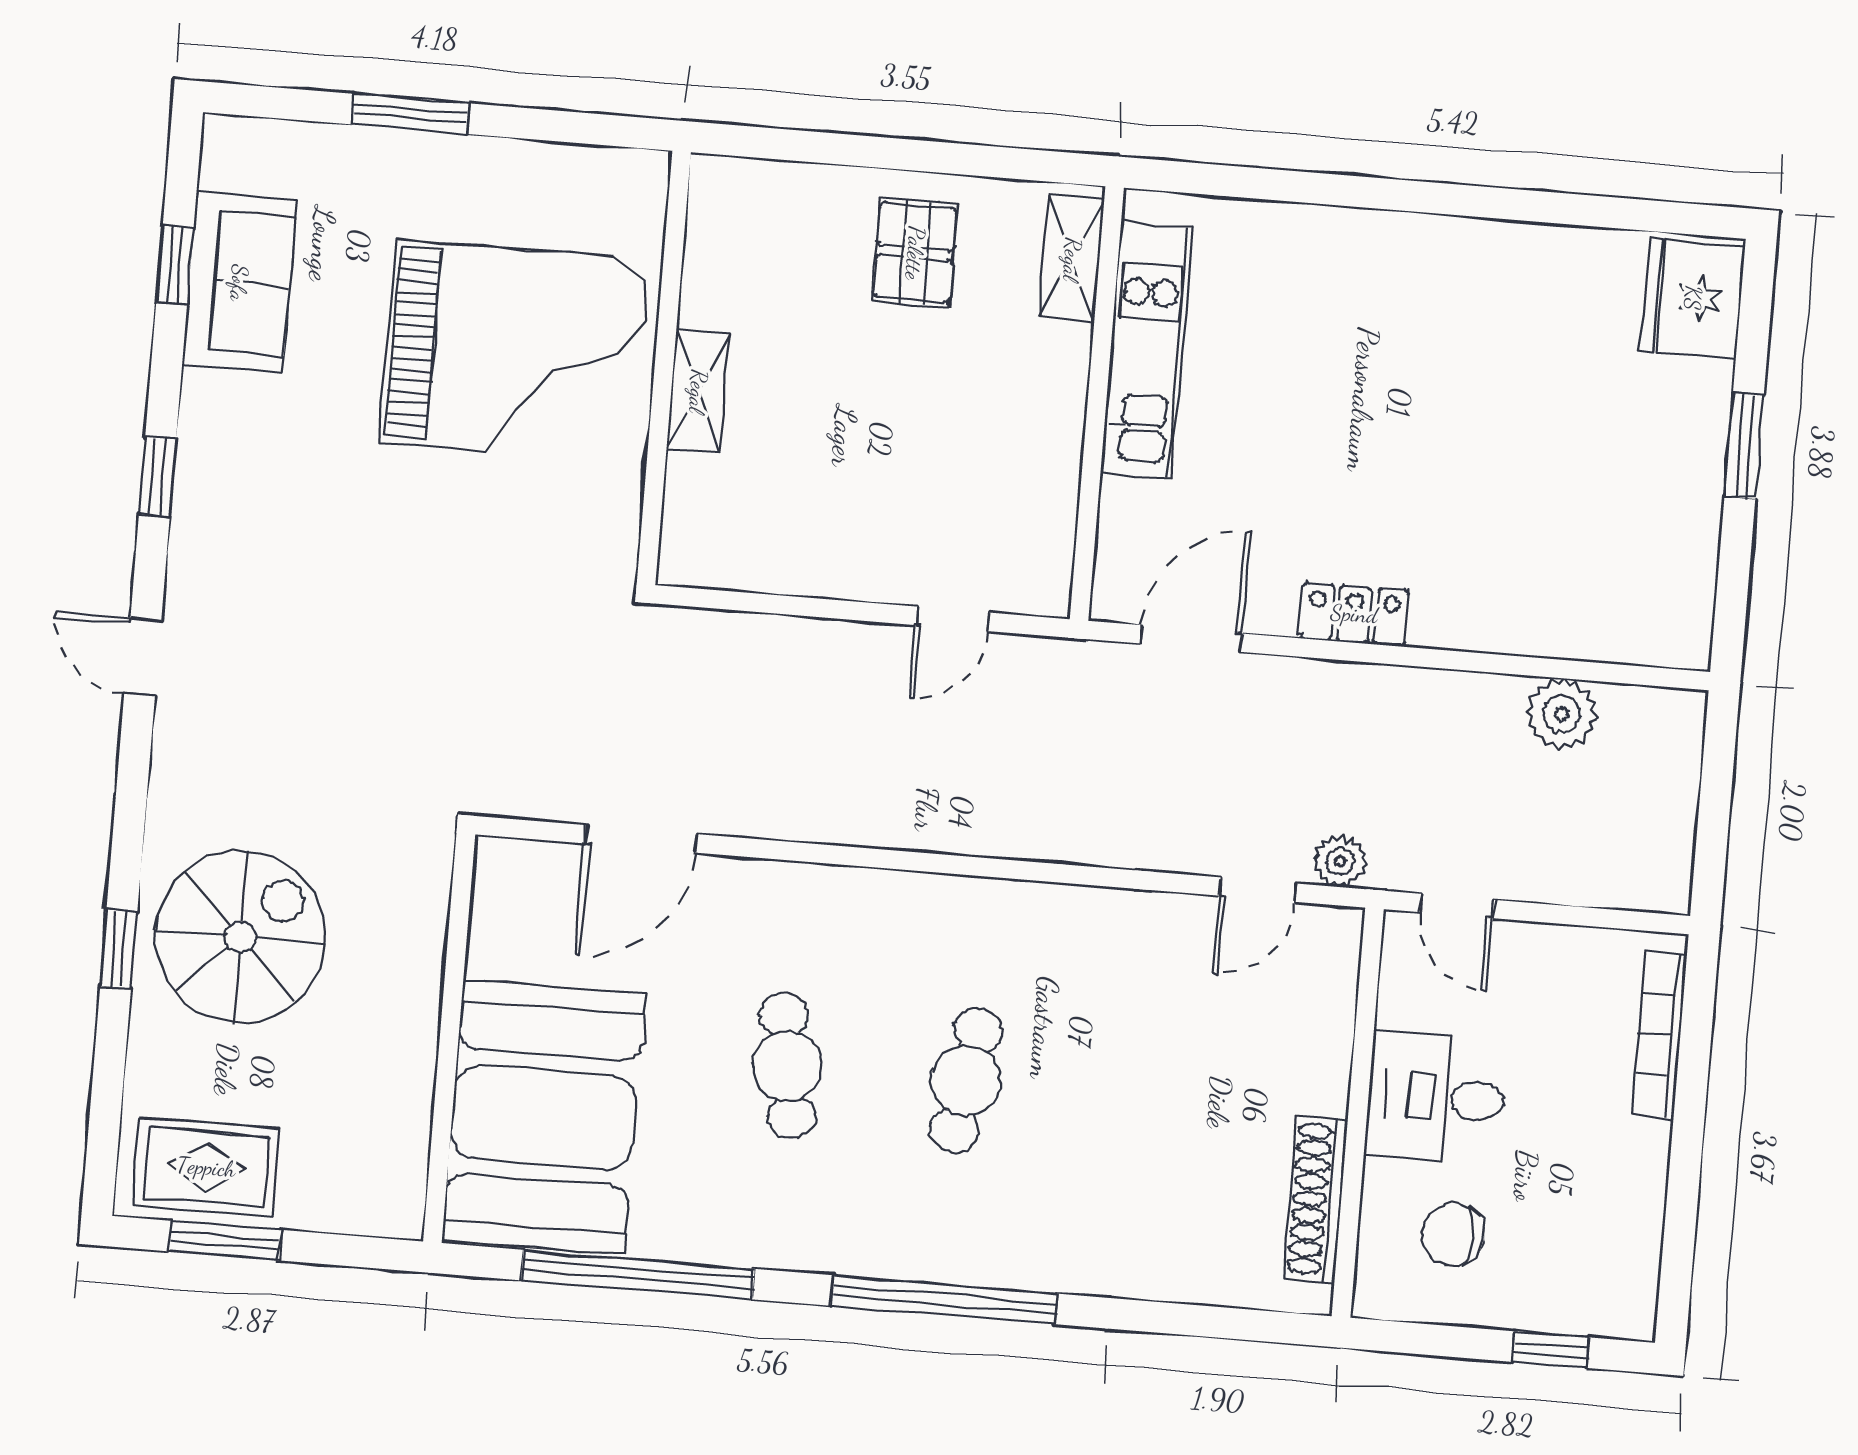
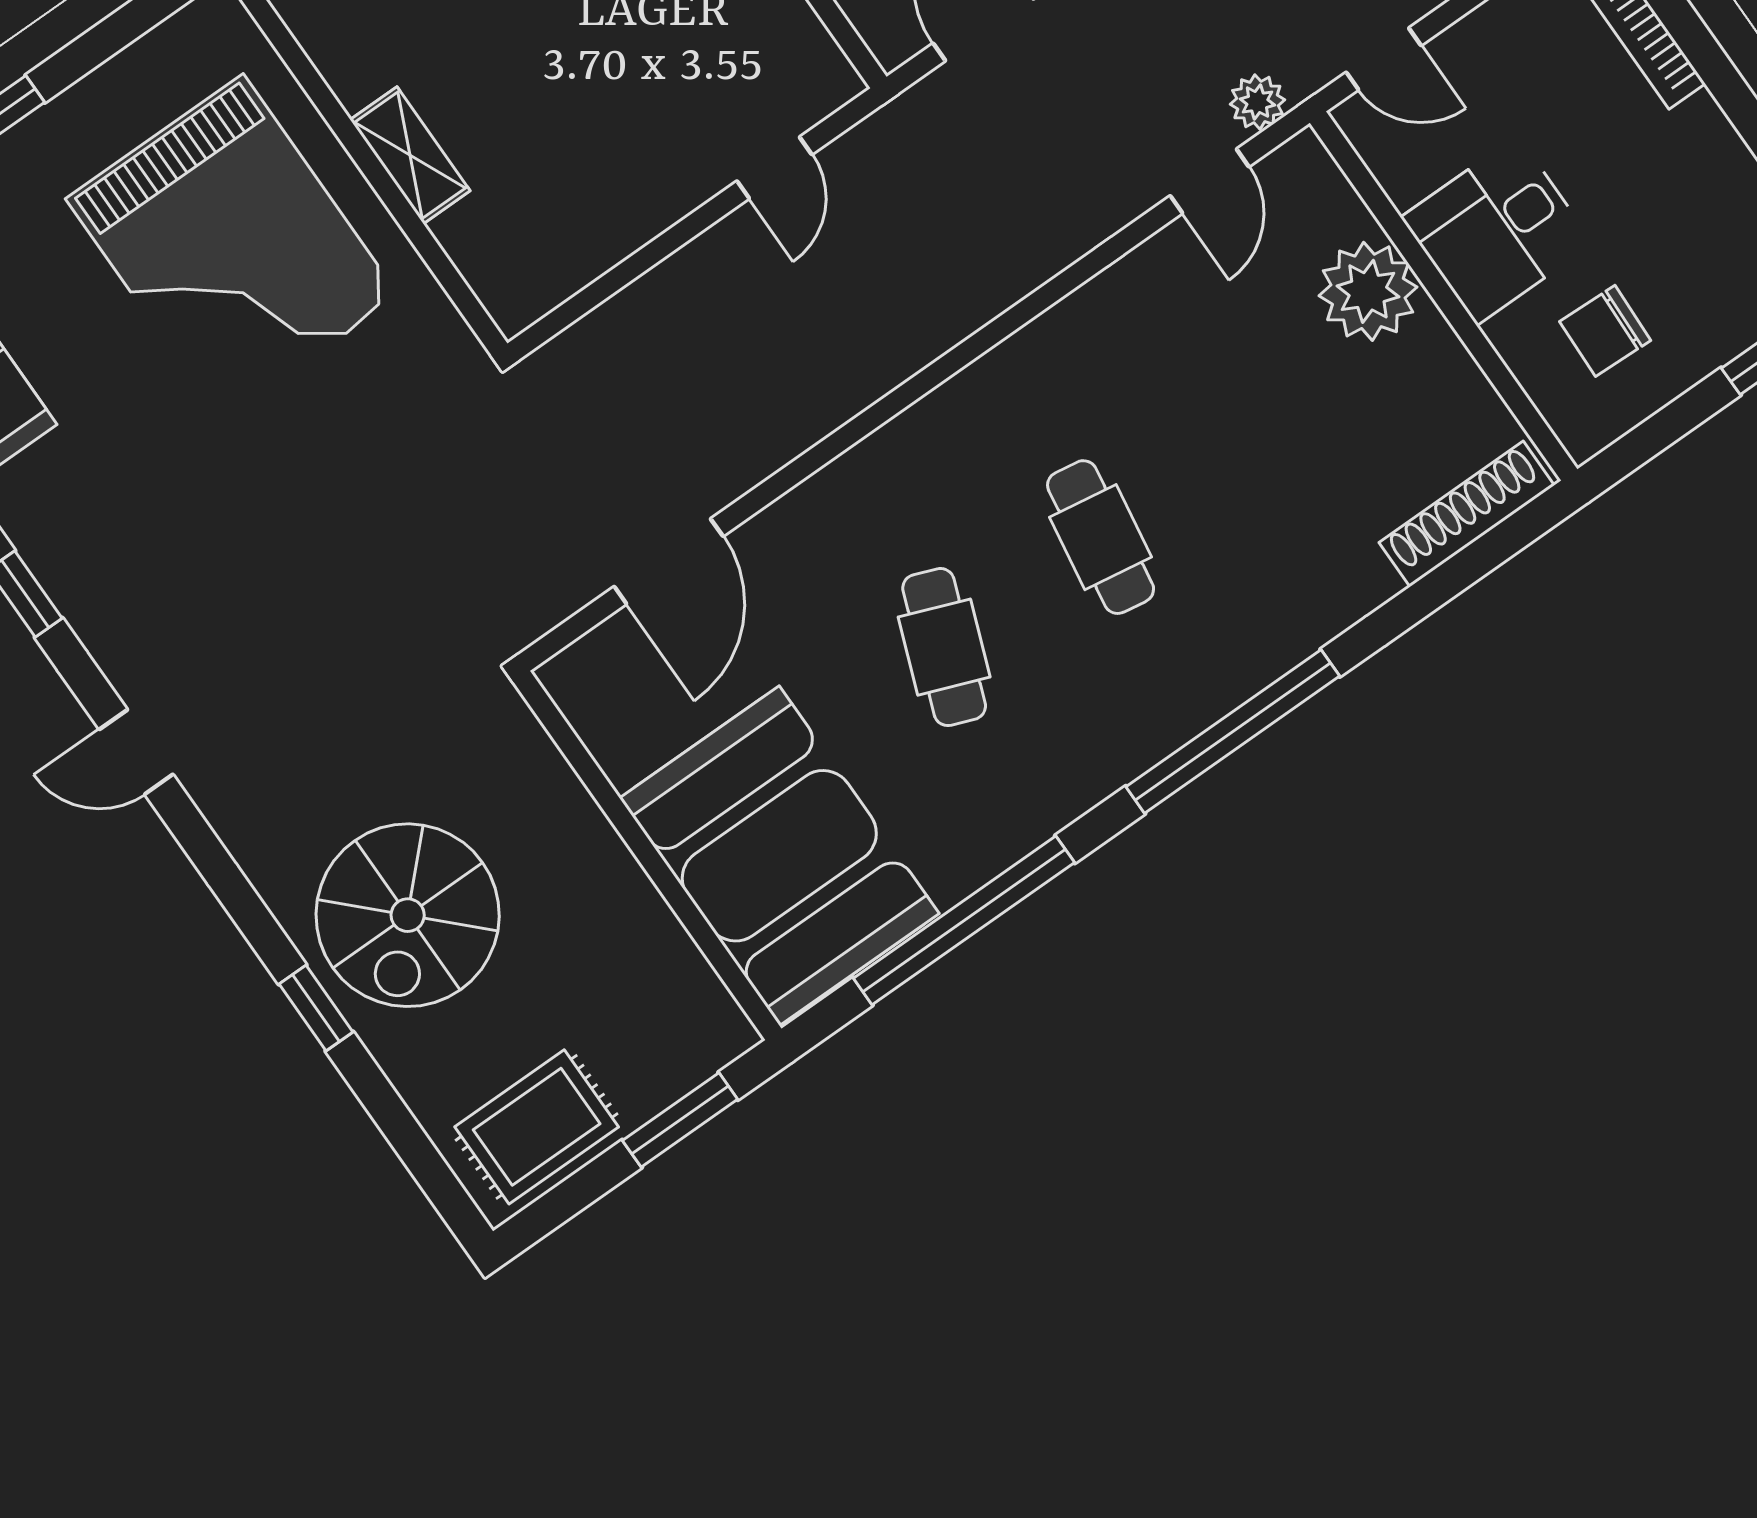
grand piano: (515, 351) -> (232, 247), turned 90
spiral stairs: (240, 937) -> (408, 915), turned 180
plant: (1306, 1064) -> (1368, 291), added
cafe table: (788, 1066) -> (944, 647), turned 30
shoe rack: (1316, 1199) -> (1467, 514), moved, turned 90
window: (225, 1241) -> (680, 1120), moved

